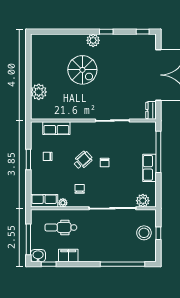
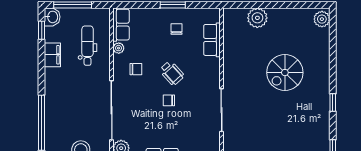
plant: (93, 40) -> (322, 19), moved

